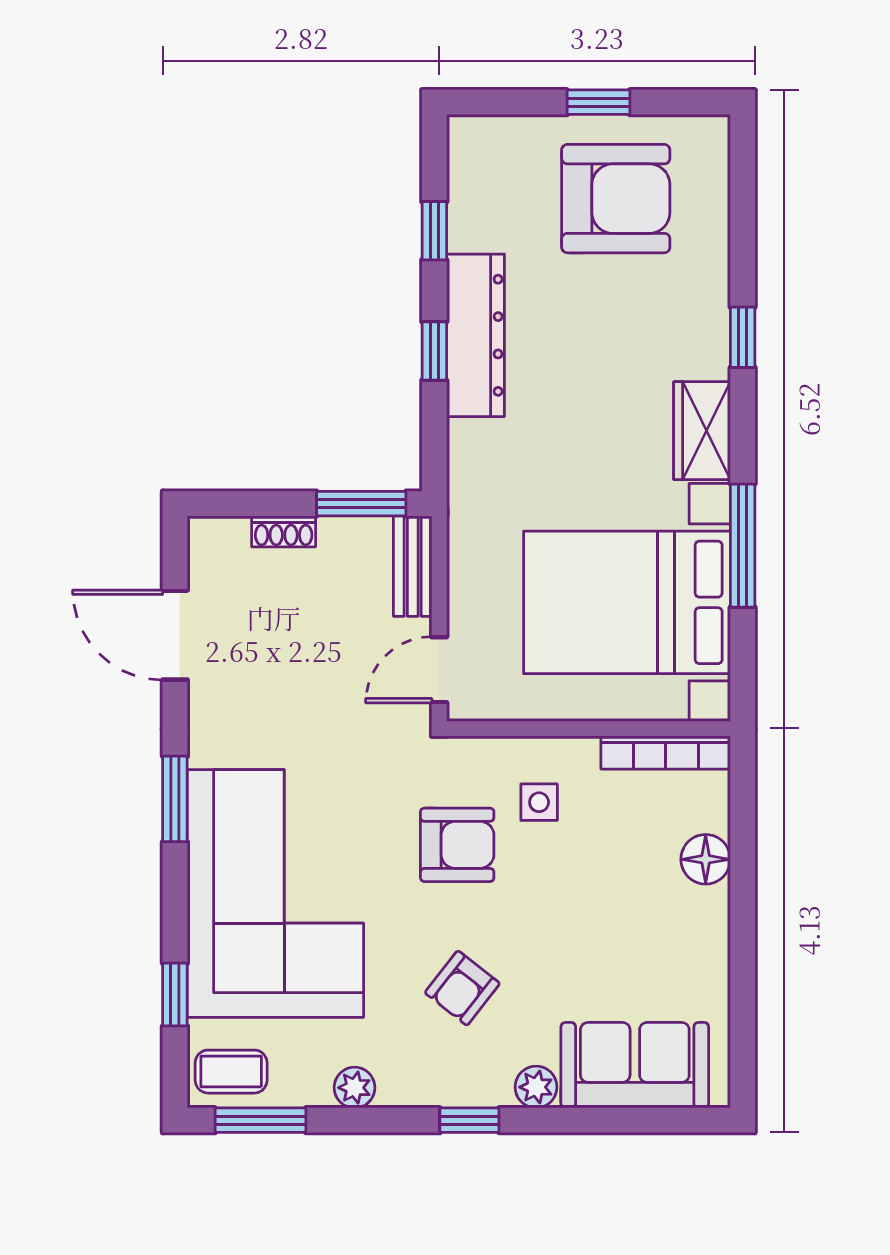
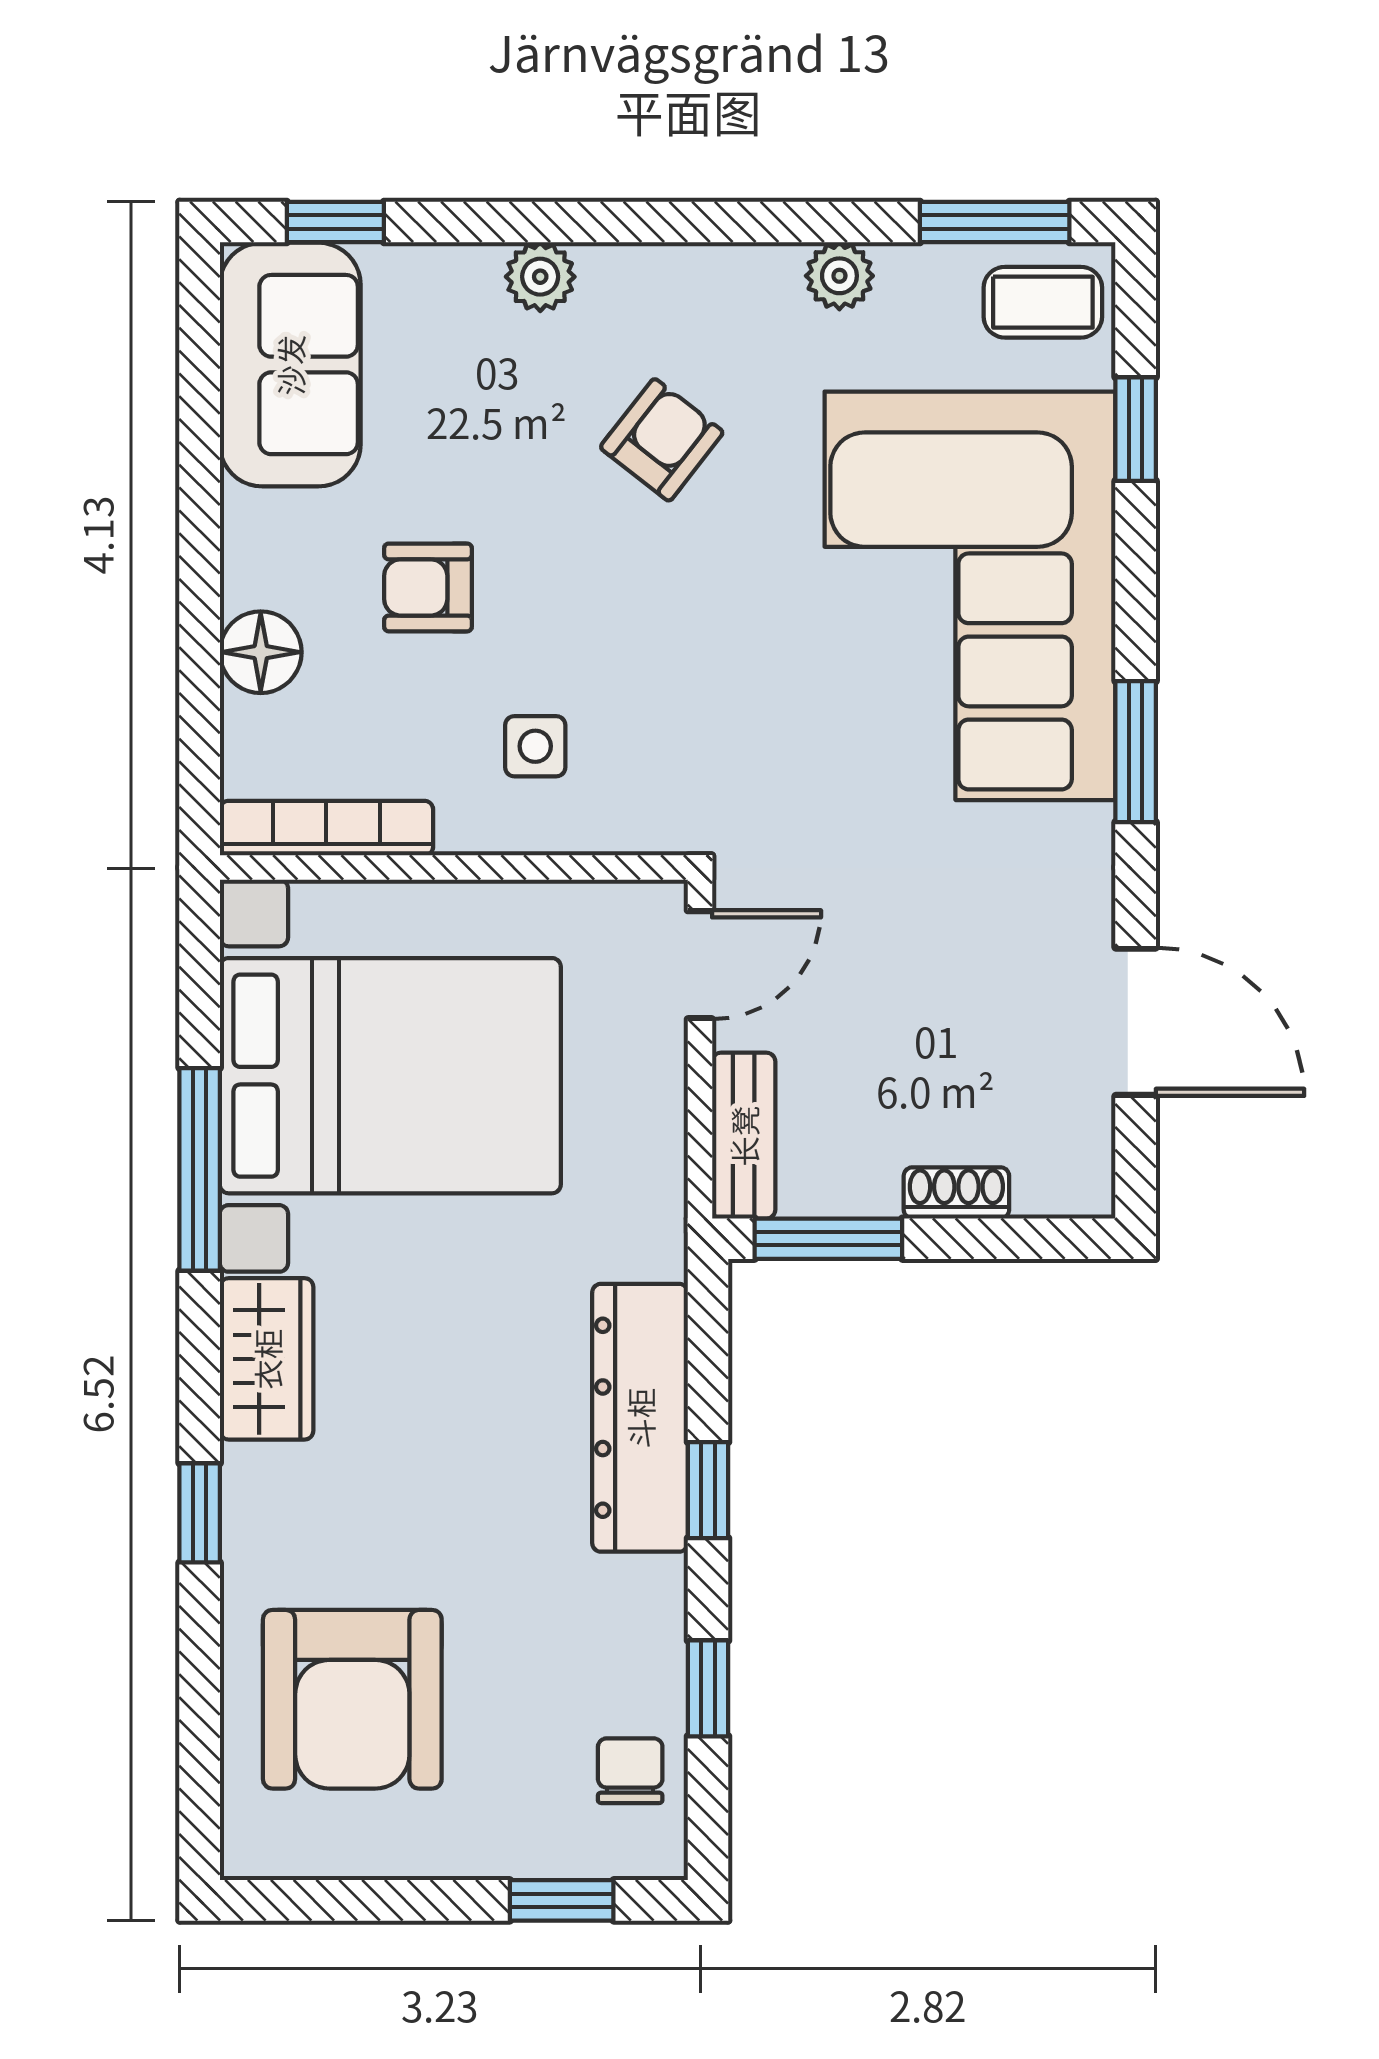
window: (598, 102) -> (562, 1900), moved
chair: (481, 181) -> (630, 1771), added
armchair: (616, 199) -> (352, 1699), moved, turned -90
dresser: (476, 335) -> (640, 1418), moved
armchair: (457, 845) -> (428, 587), moved, width x0.72, depth x0.72
sofa: (635, 1065) -> (290, 365), moved, turned -90
window: (469, 1120) -> (335, 222), moved

